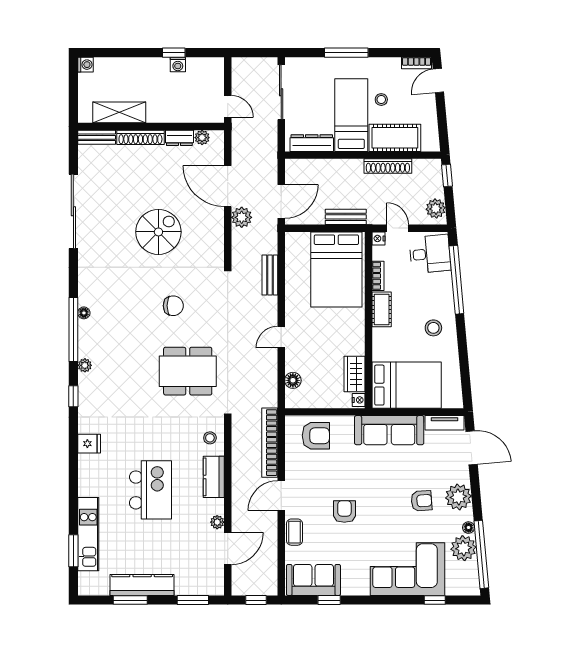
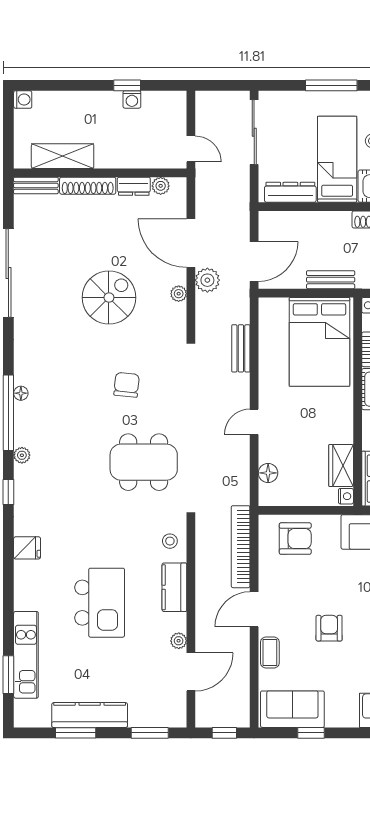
plant: (217, 229) -> (179, 294), added
chair: (173, 306) -> (127, 385), turned -84

